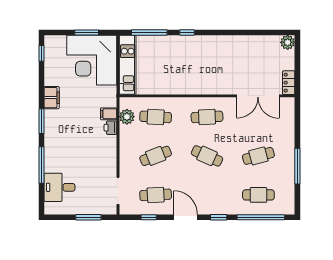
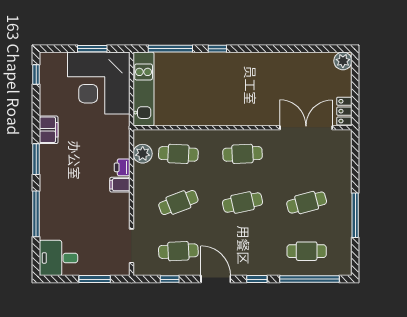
double door: (258, 96) -> (306, 128), swing flipped
filing cabinet: (109, 114) -> (120, 185), moved
cafe table: (207, 156) -> (242, 203), turned -36
desk: (59, 187) -> (58, 258), moved

